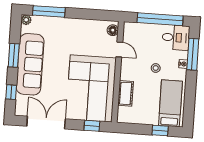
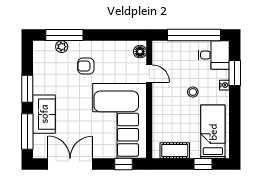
plant: (26, 20) -> (62, 47), moved
armchair: (65, 39) -> (86, 66), added
window: (193, 54) -> (235, 73), width x0.69
sofa: (30, 64) -> (44, 114), width x0.54, depth x0.79
window: (11, 92) -> (27, 132), width x2.17
cot: (126, 93) -> (175, 150), moved, turned 90

